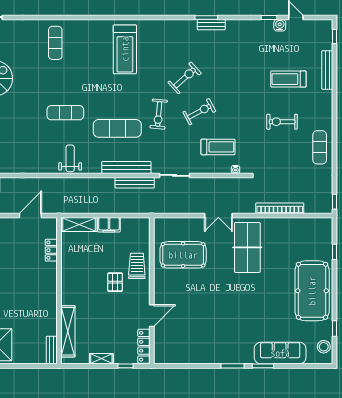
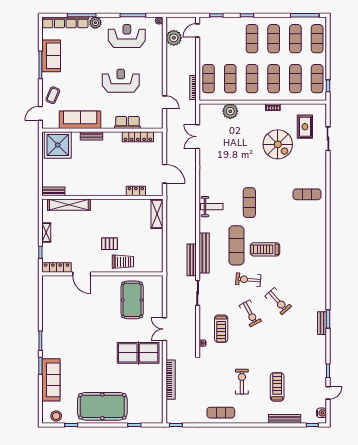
water cooler: (280, 25) -> (322, 413), moved
treadmill: (125, 49) -> (265, 249), moved, width x0.73, depth x0.73
filing cabinet: (109, 225) -> (157, 239), removed

